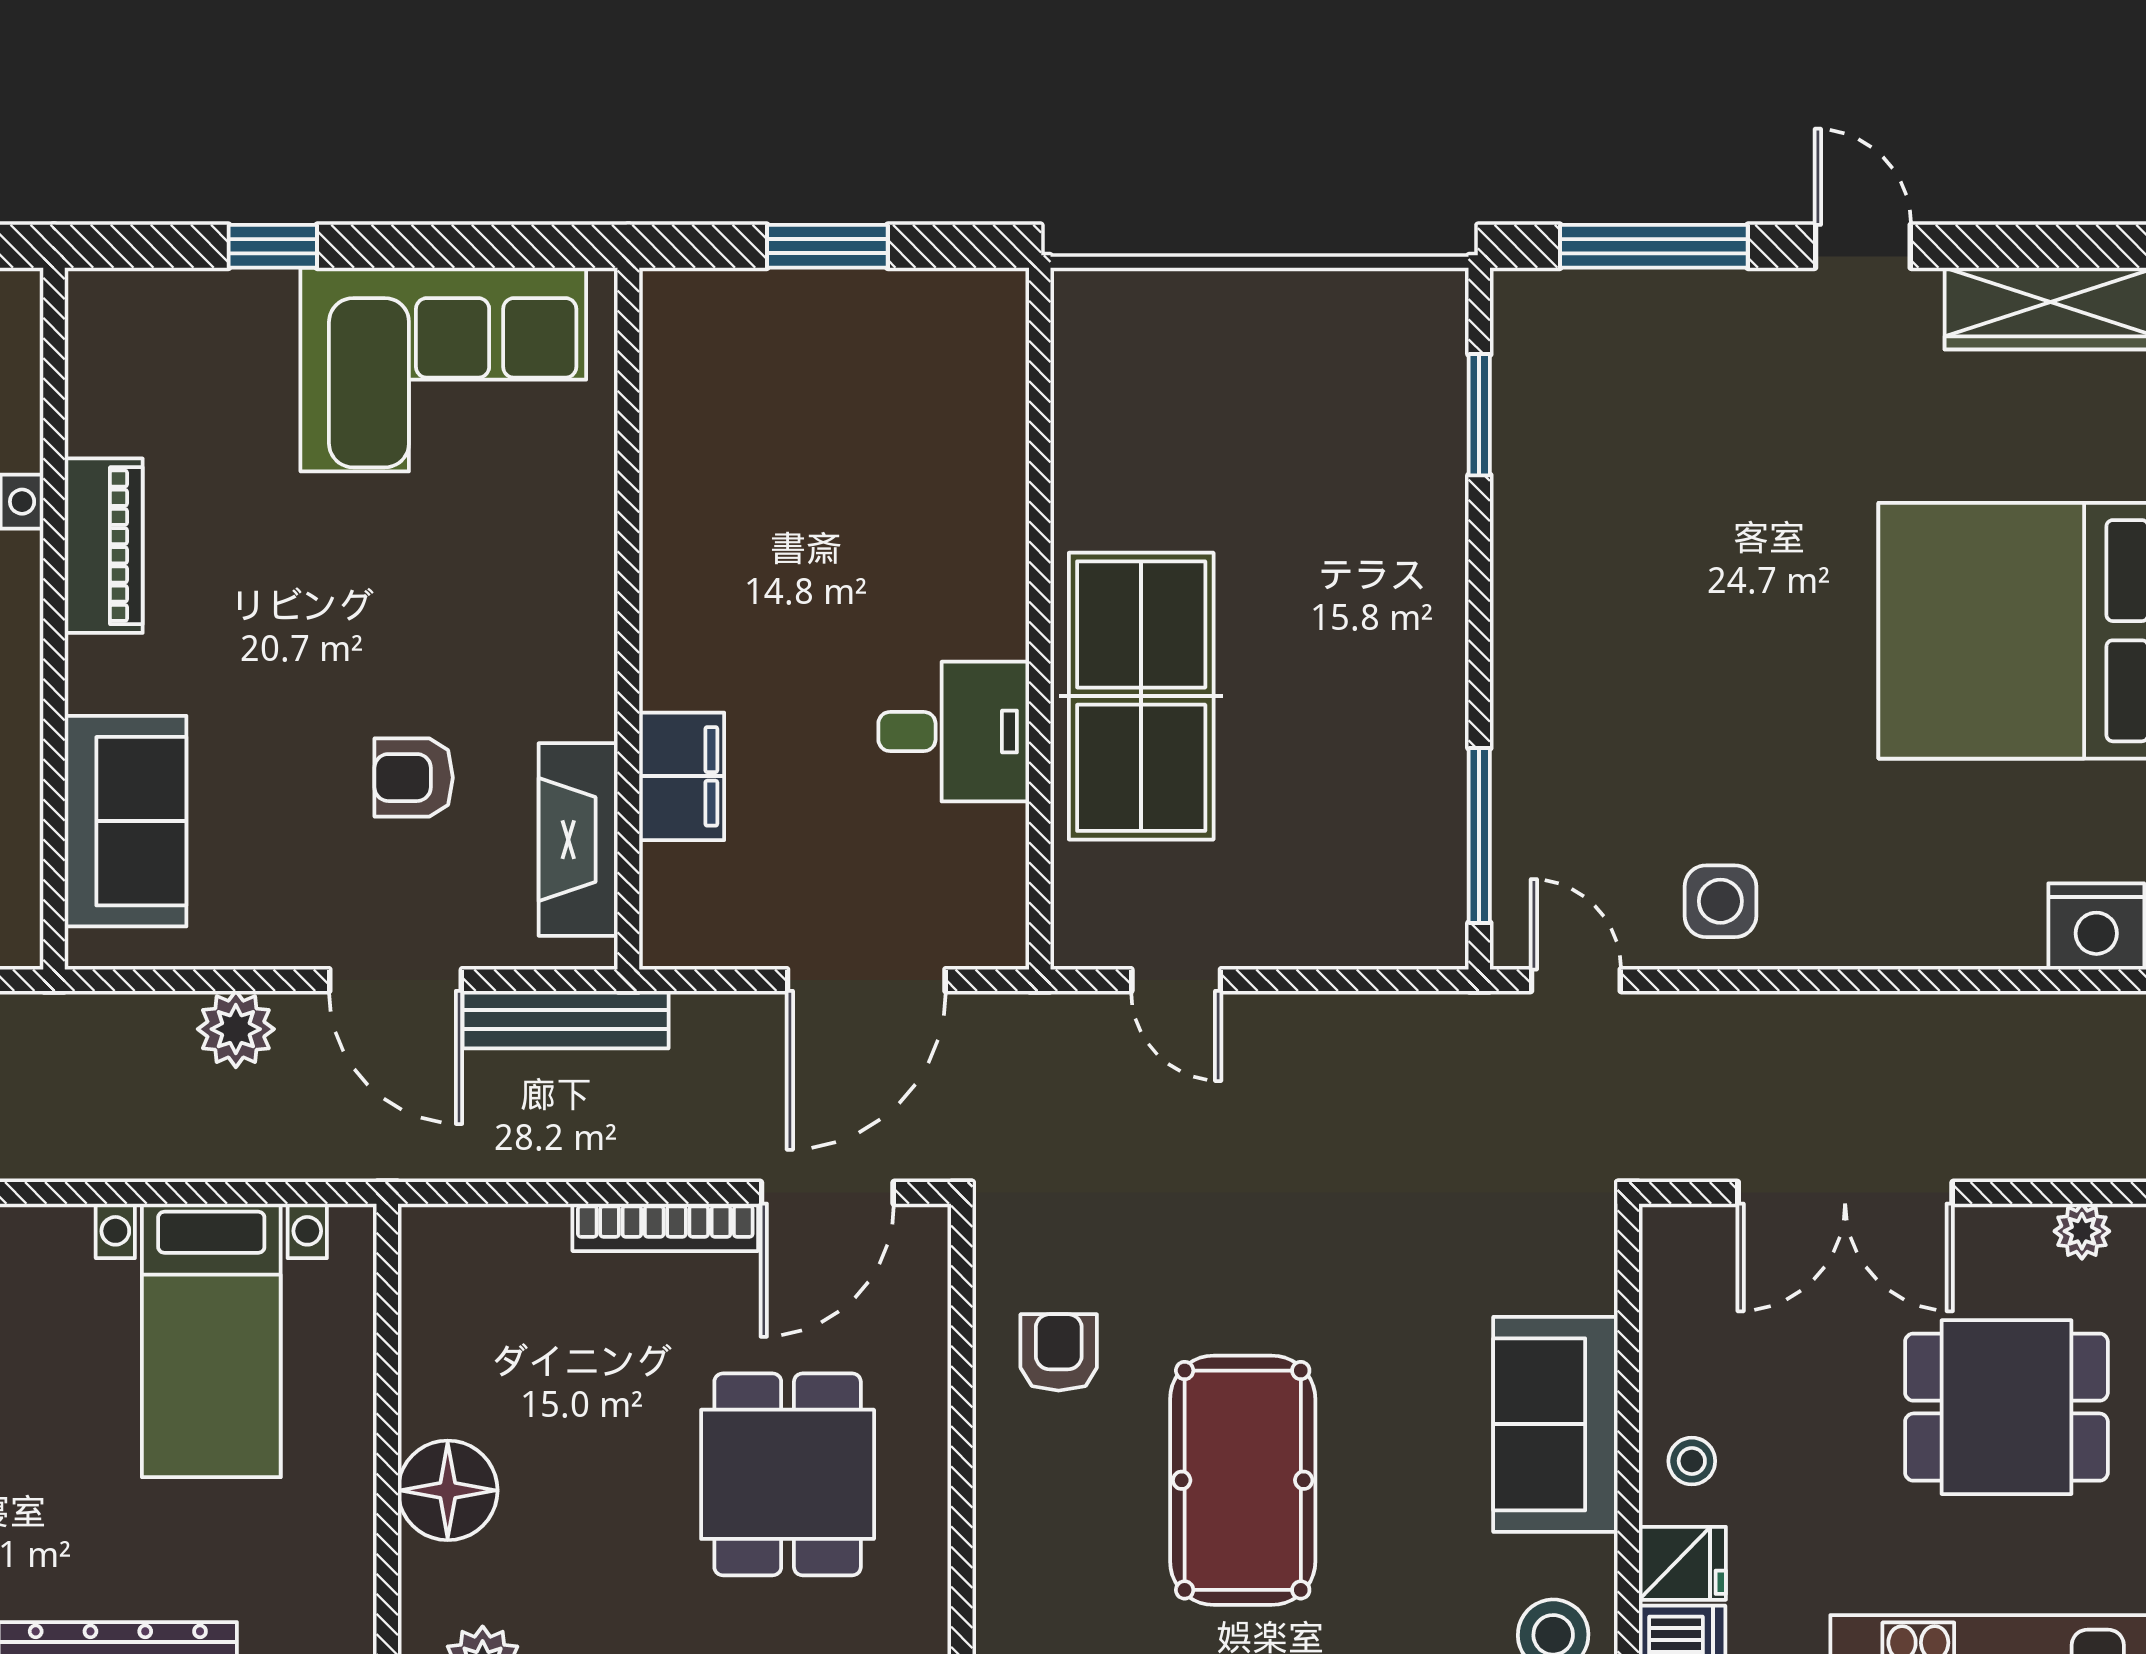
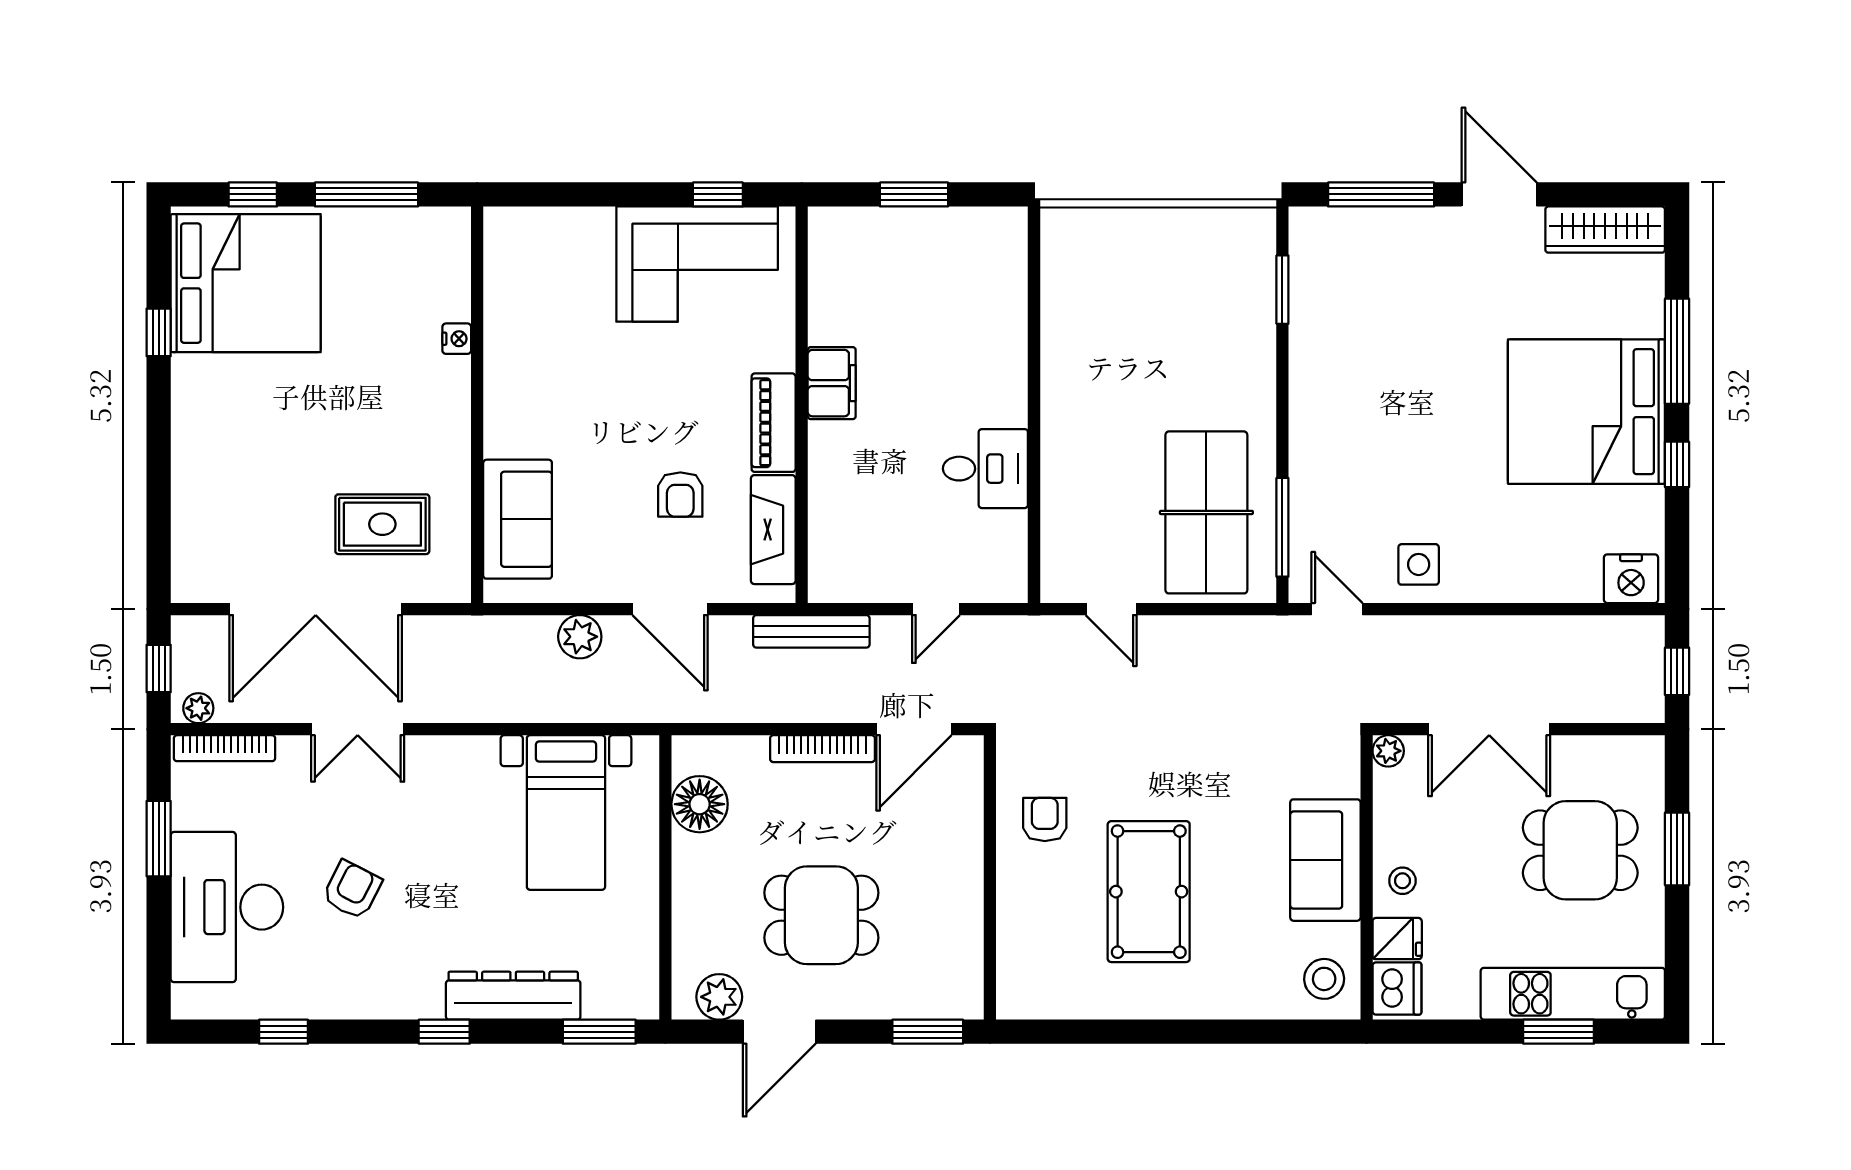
window: (273, 246) -> (718, 194), moved
door: (1863, 246) -> (1499, 194), width x1.38
piano: (104, 546) -> (774, 423), moved, turned 180
table tennis table: (1141, 696) -> (1206, 512), moved
filing cabinet: (682, 776) -> (832, 383), moved
armchair: (414, 778) -> (680, 495), turned -90
door: (866, 980) -> (936, 609), width x0.53
bench: (566, 1020) -> (811, 631), moved
plant: (2082, 1231) -> (1388, 751), moved
dining table: (788, 1474) -> (821, 915), moved, turned 90
floor lamp: (448, 1490) -> (700, 804), moved

